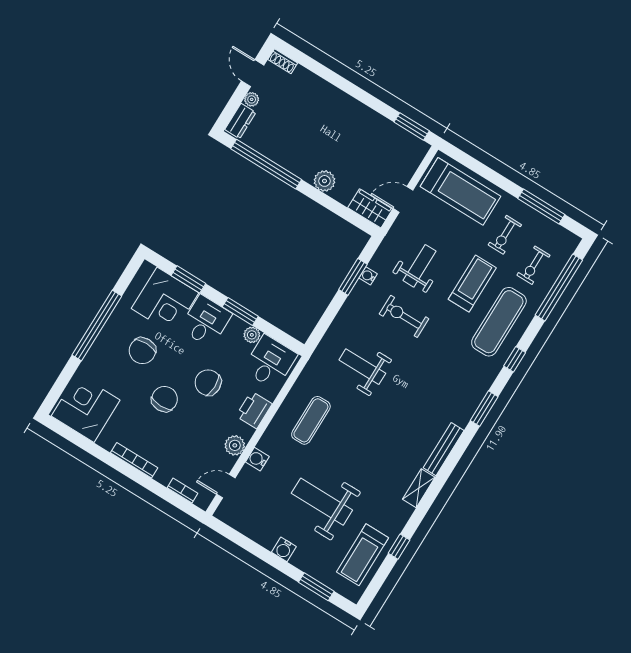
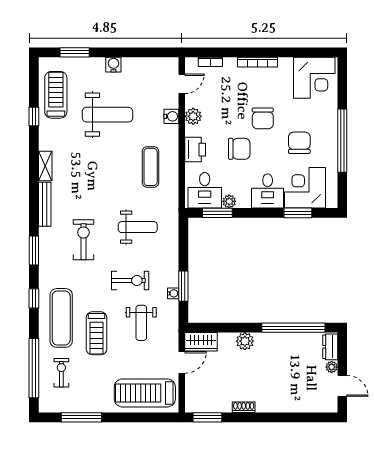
shoe rack: (283, 61) -> (244, 407), moved
exercise bike: (505, 235) -> (83, 240), moved, width x1.38, depth x1.39
window: (240, 311) -> (217, 213), moved

